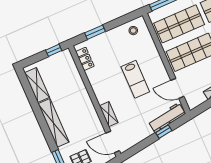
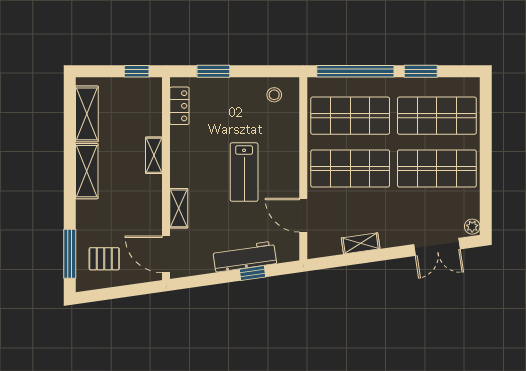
shelving: (83, 92) -> (154, 155), added
workbench: (167, 118) -> (245, 257), moved
shelving: (54, 123) -> (87, 171), width x0.68

